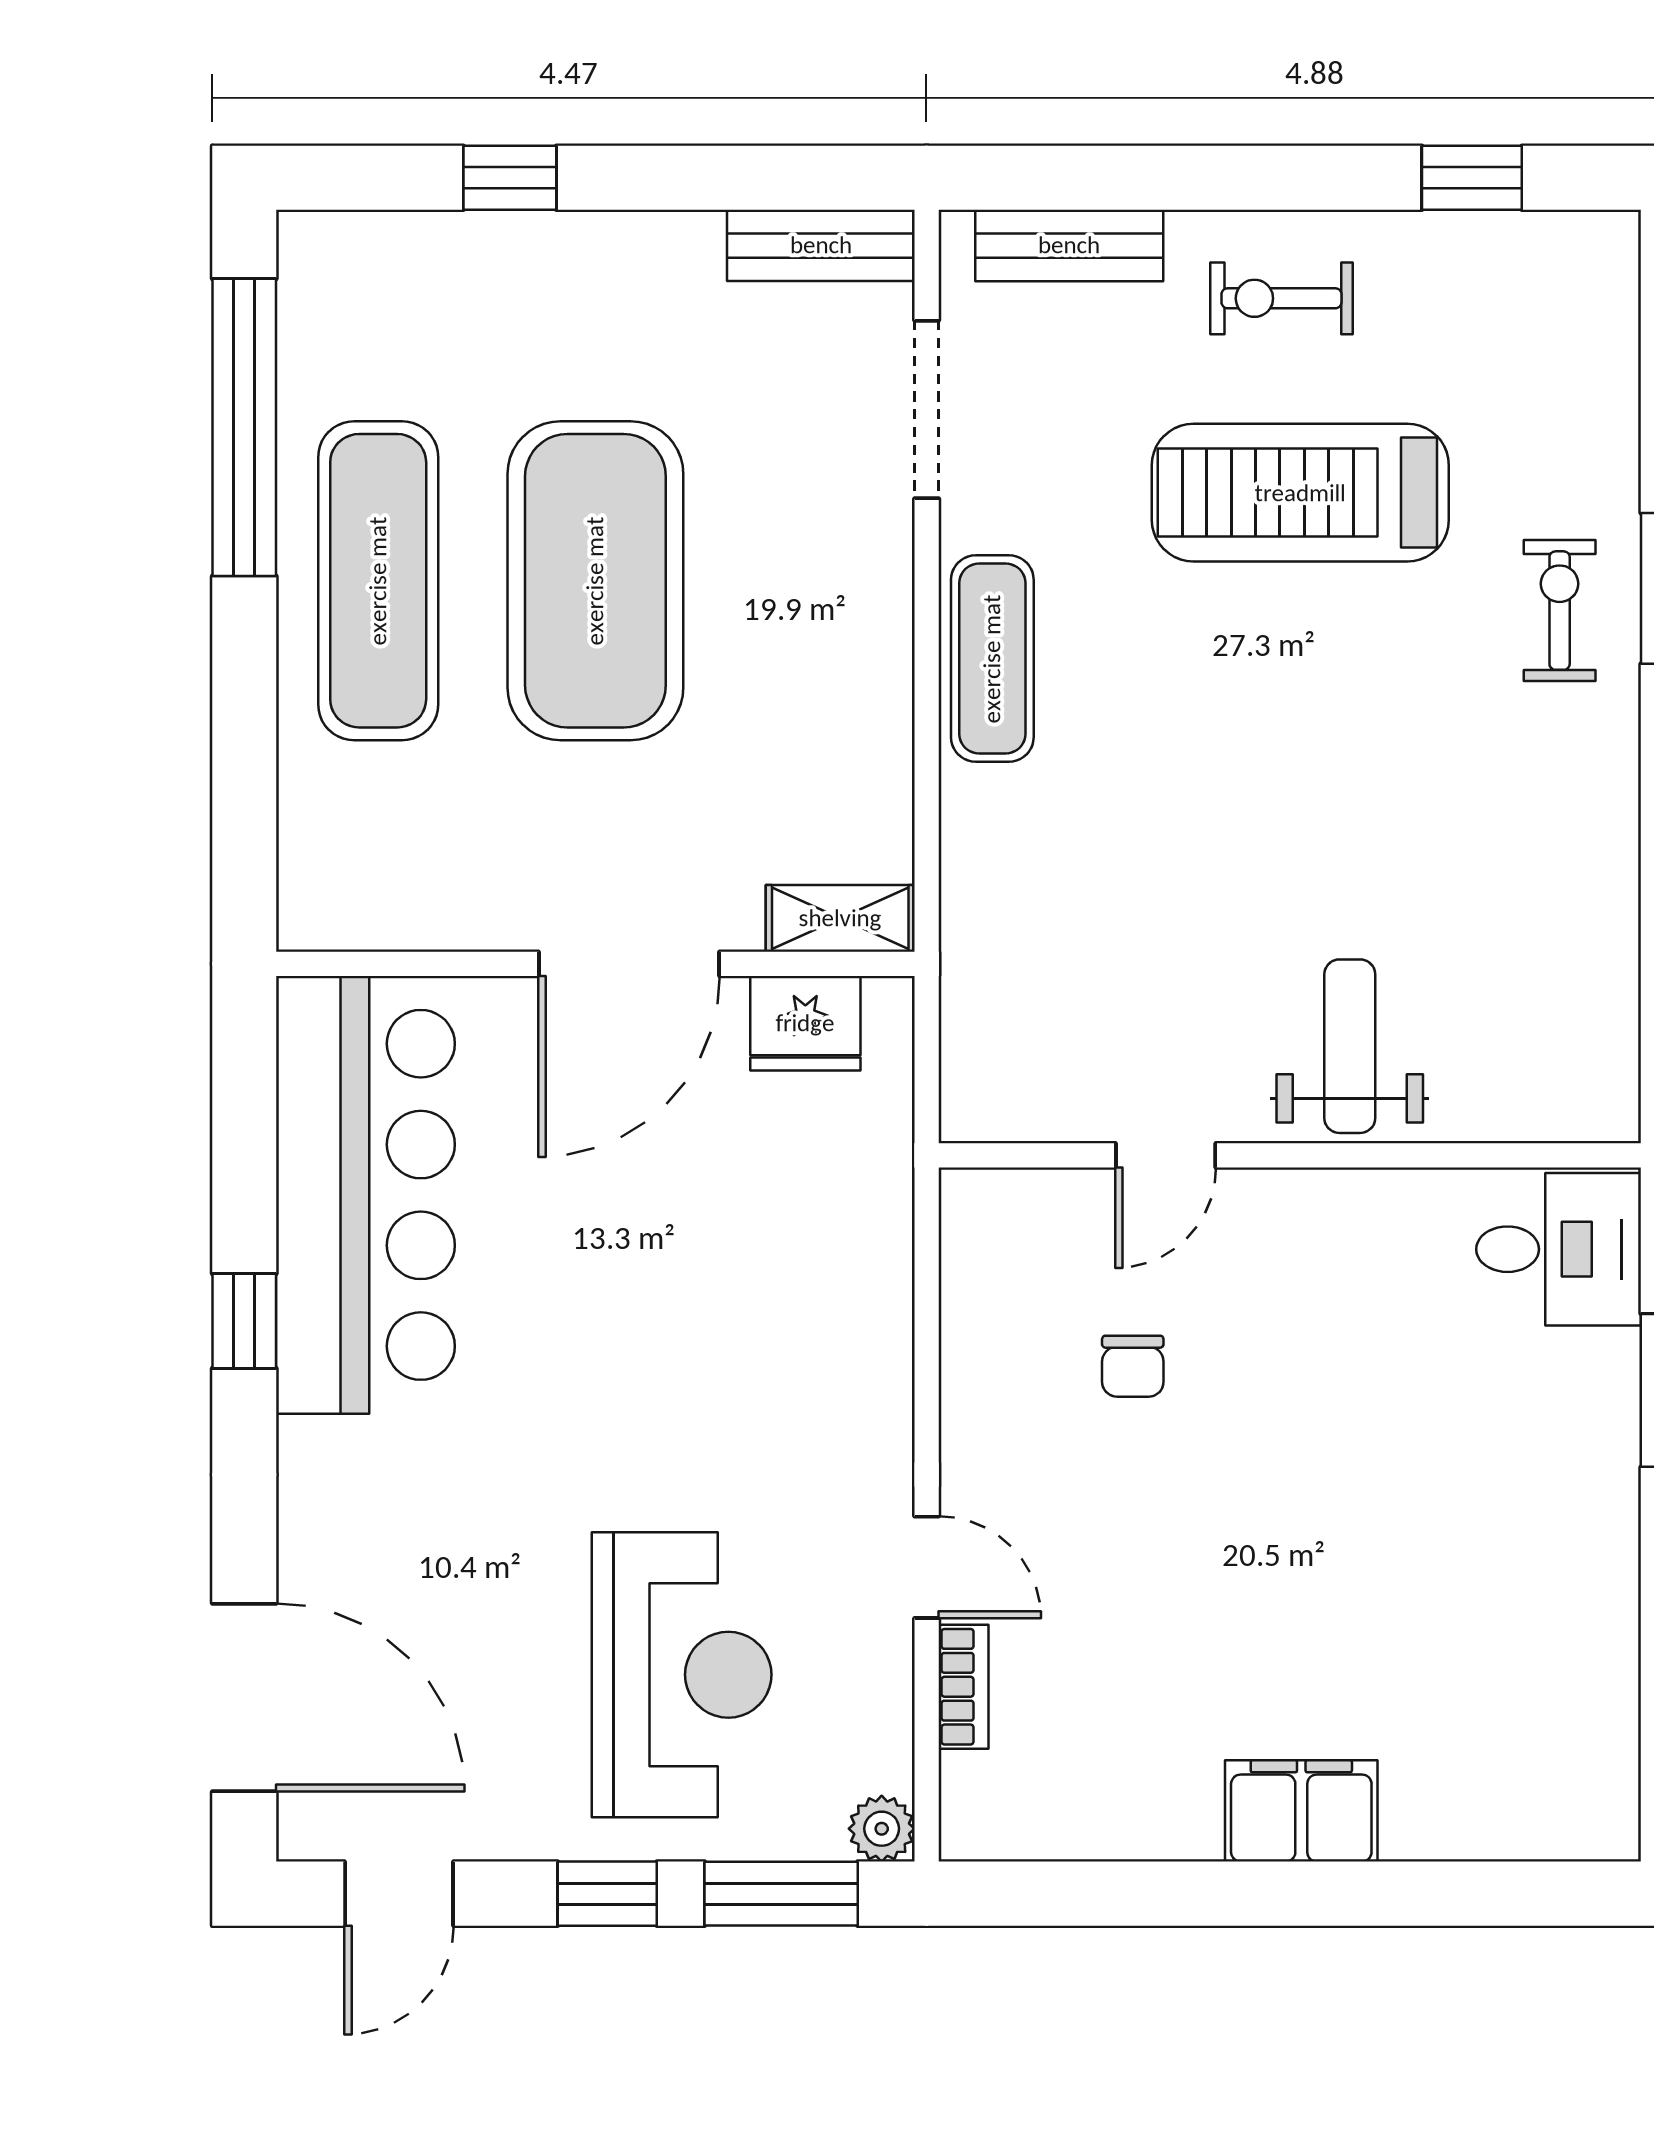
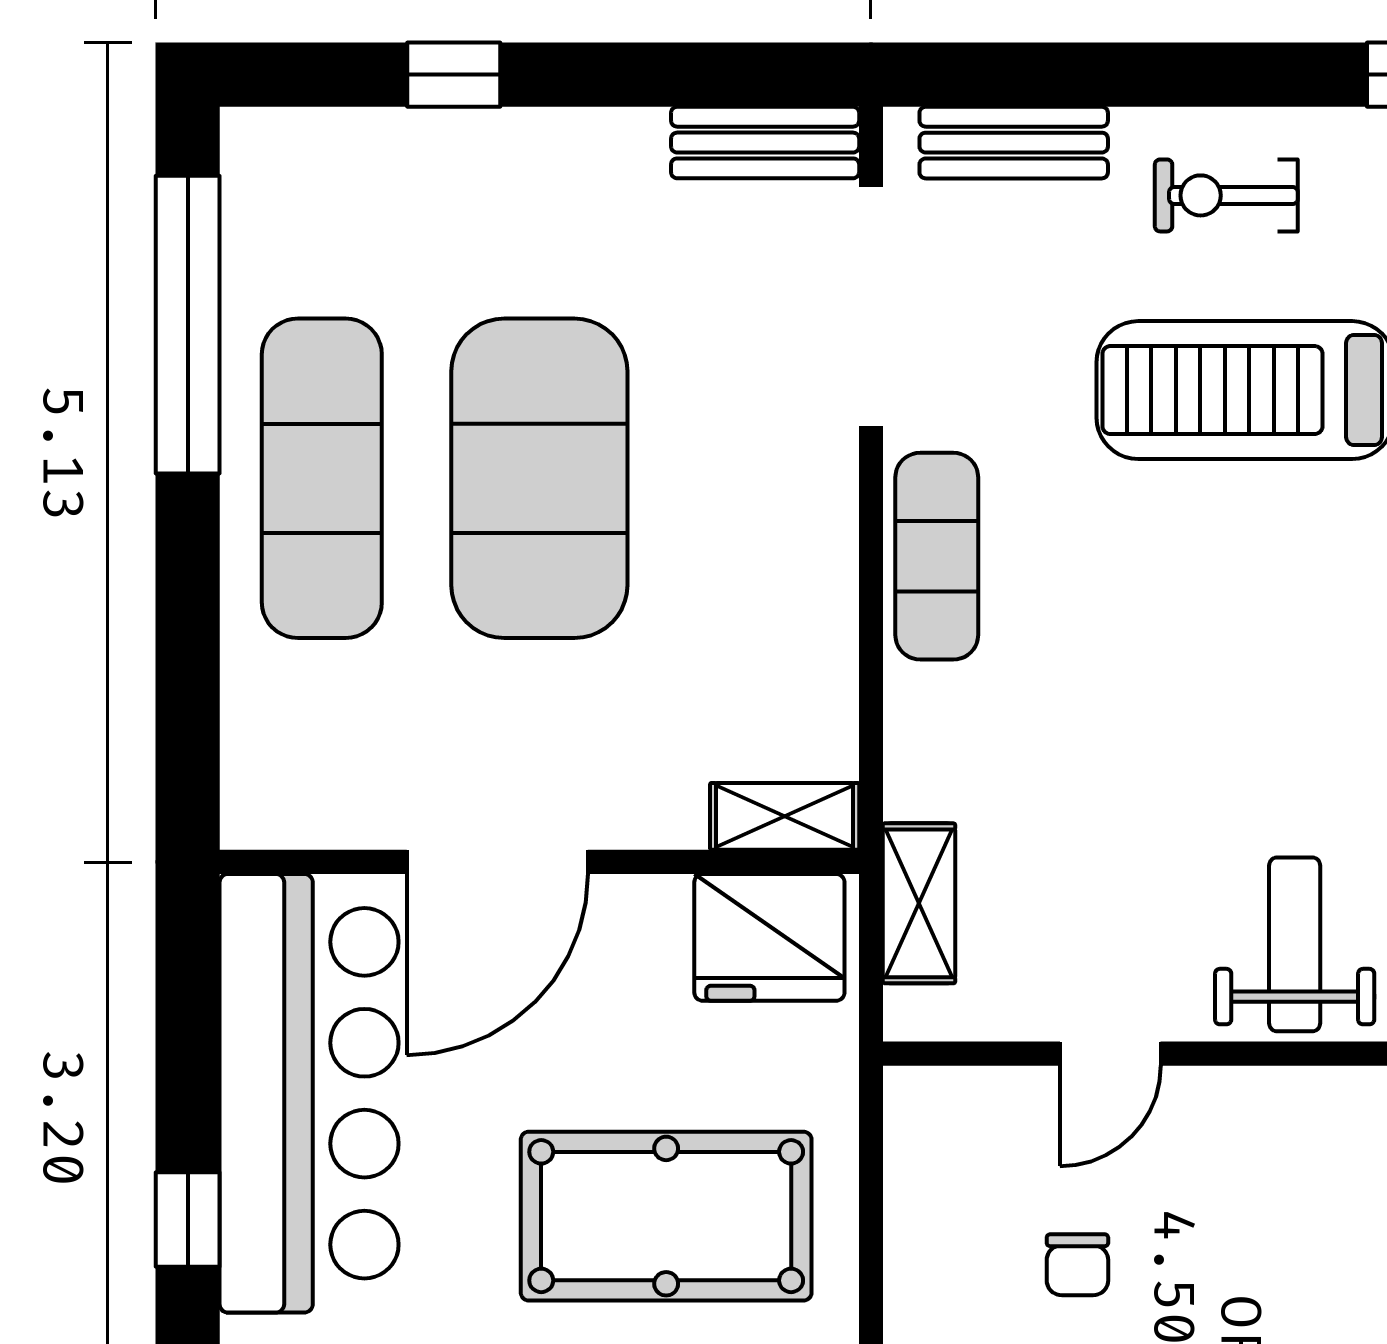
doorway: (927, 409) -> (871, 307), width x1.36
door: (629, 964) -> (497, 862), moved
shelving: (975, 1005) -> (919, 903), added
fridge: (805, 1023) -> (769, 937), width x1.36, depth x1.34
pool table: (722, 1318) -> (666, 1216), added

